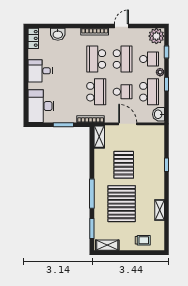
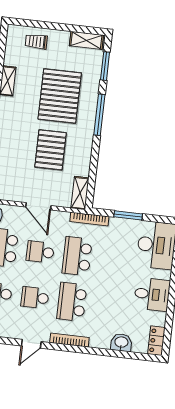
school desk: (96, 59) -> (72, 302), turned 180
school desk: (123, 59) -> (35, 298), width x0.54

